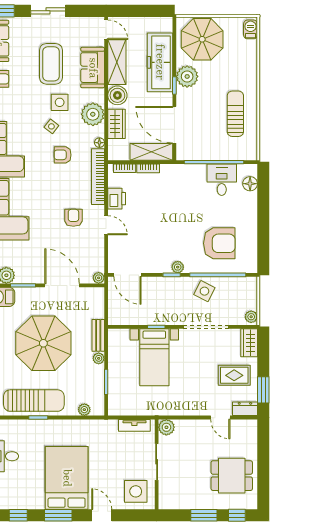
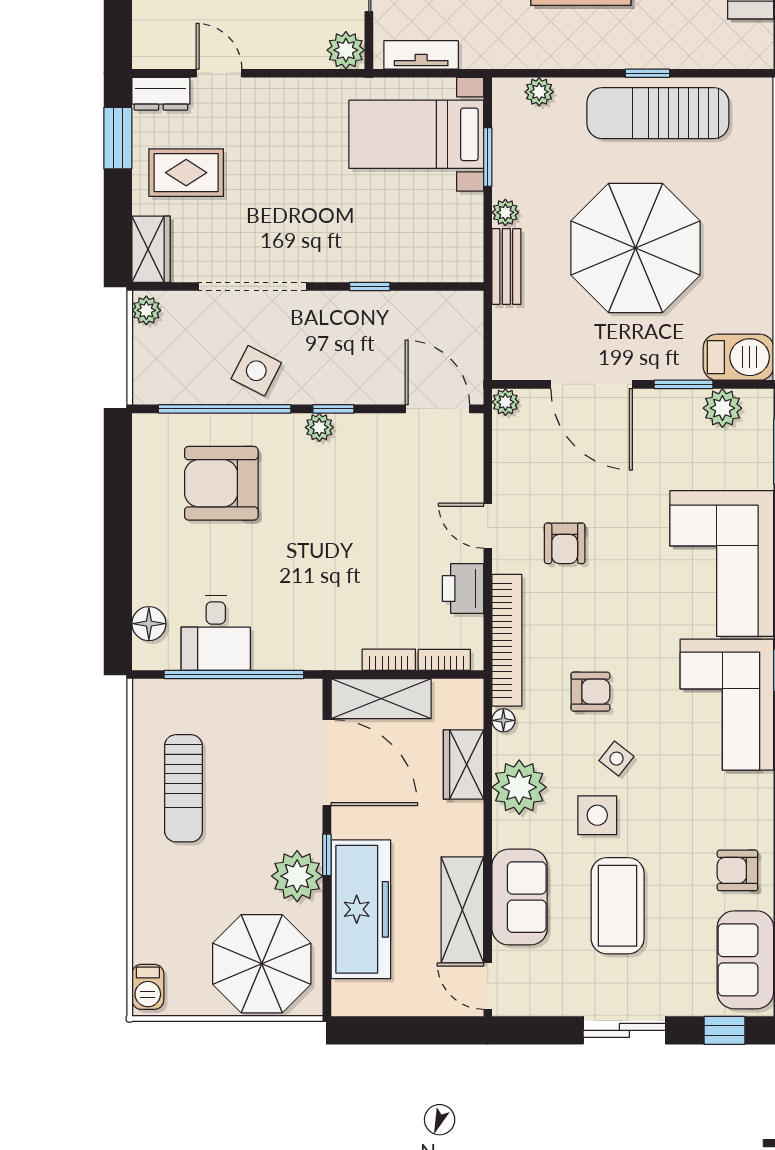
boiler: (117, 95) -> (461, 832), removed
bed with nightstands: (154, 357) -> (416, 134), moved, turned -90

